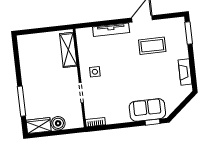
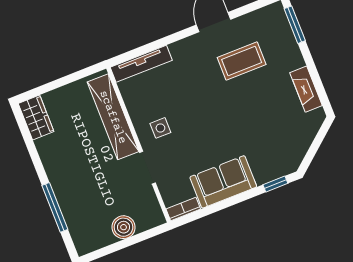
tv unit: (111, 30) -> (141, 64), moved
shelving: (68, 50) -> (113, 117), width x1.47
sofa: (147, 110) -> (223, 182), moved
wardrobe: (39, 126) -> (36, 118), moved, turned 90

